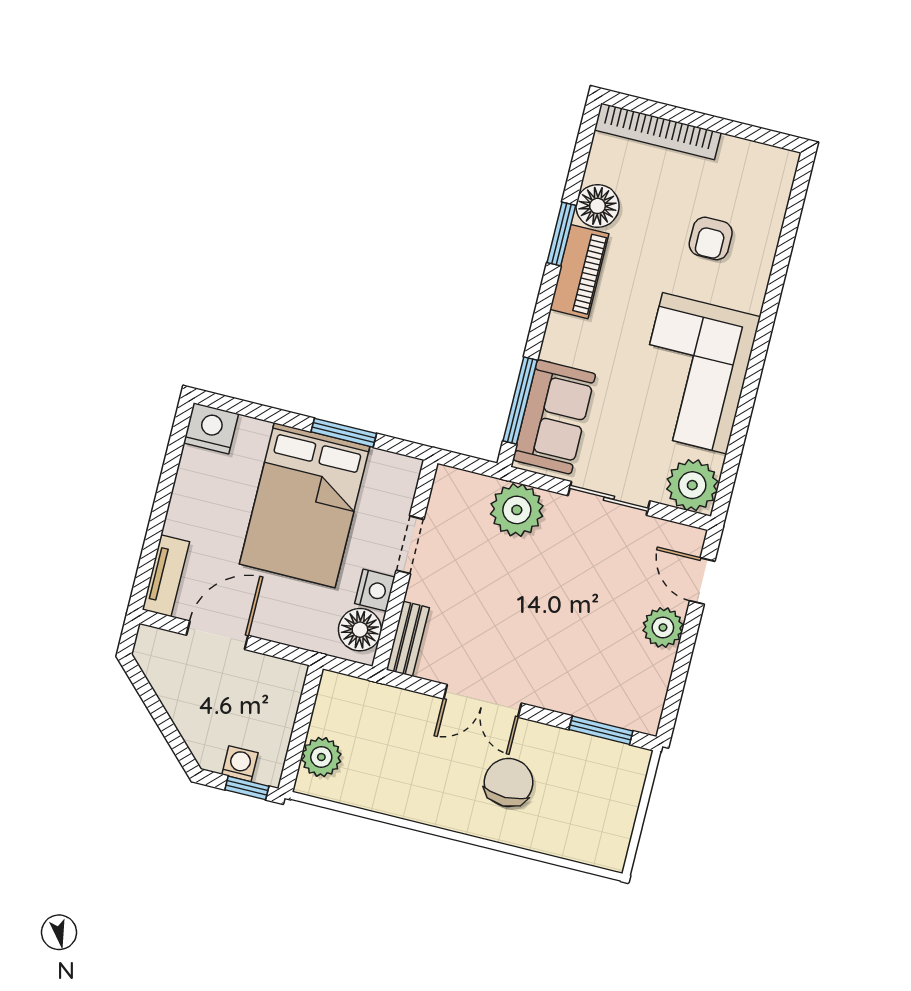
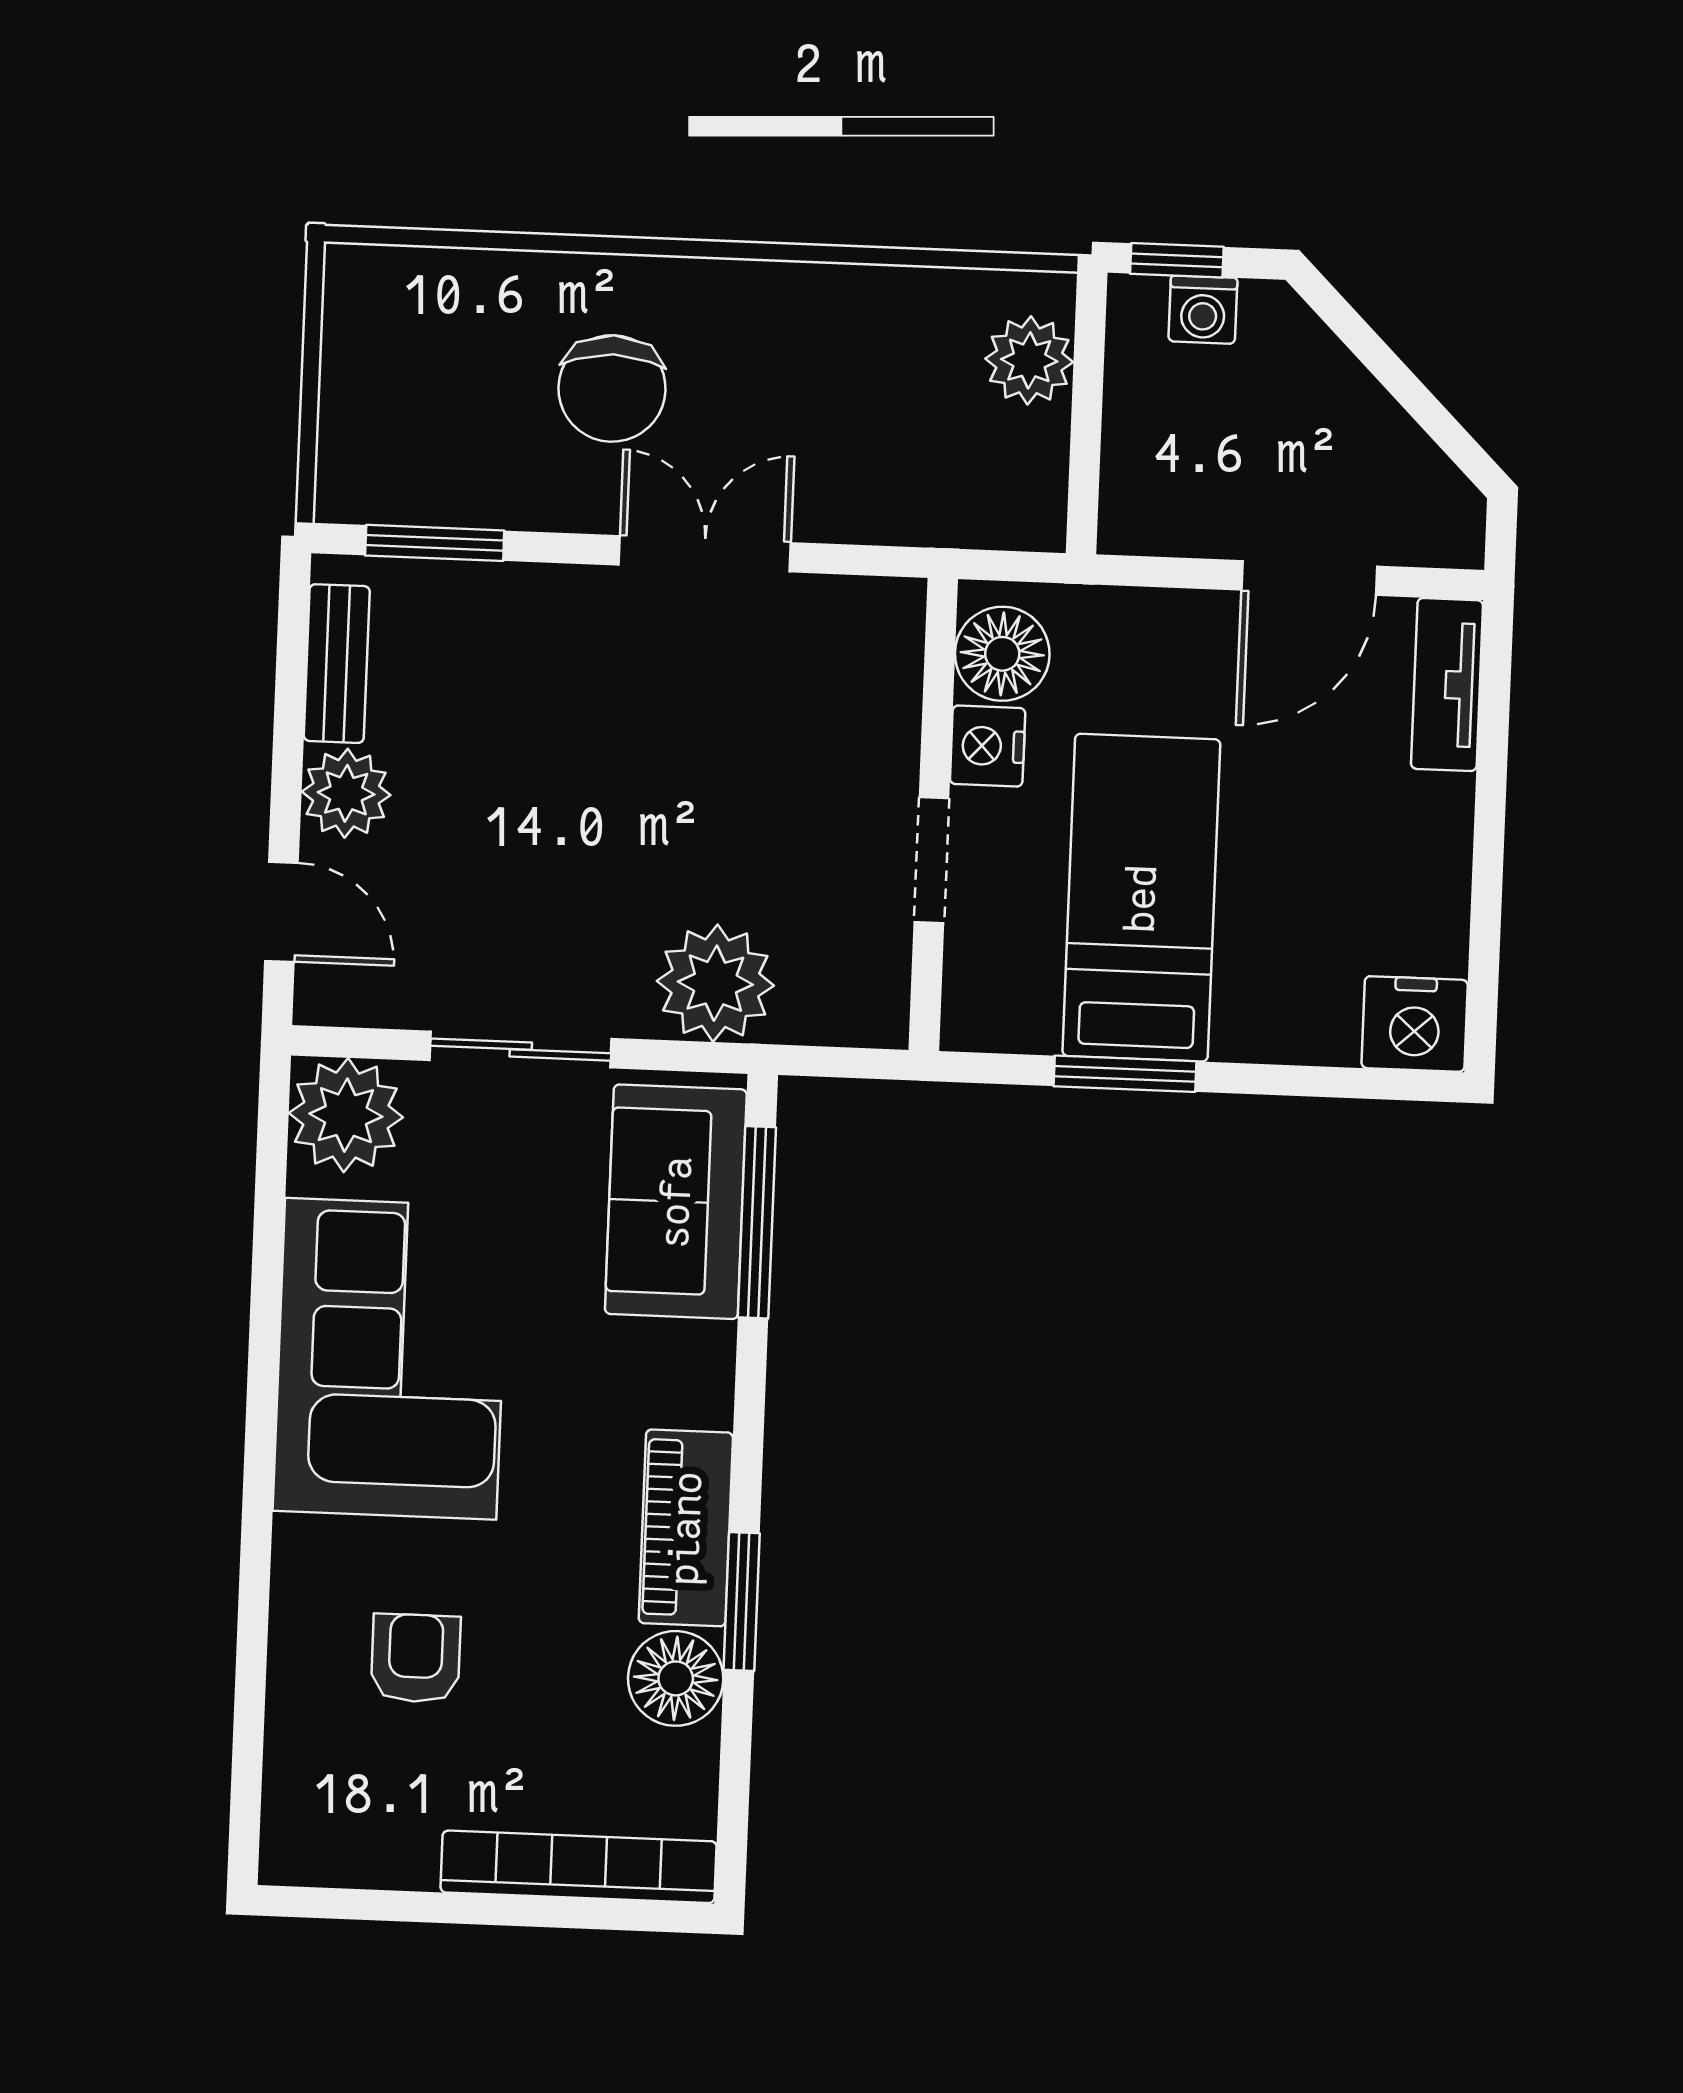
bed: (305, 505) -> (1141, 898), width x0.67
bench: (408, 639) -> (337, 664), moved

